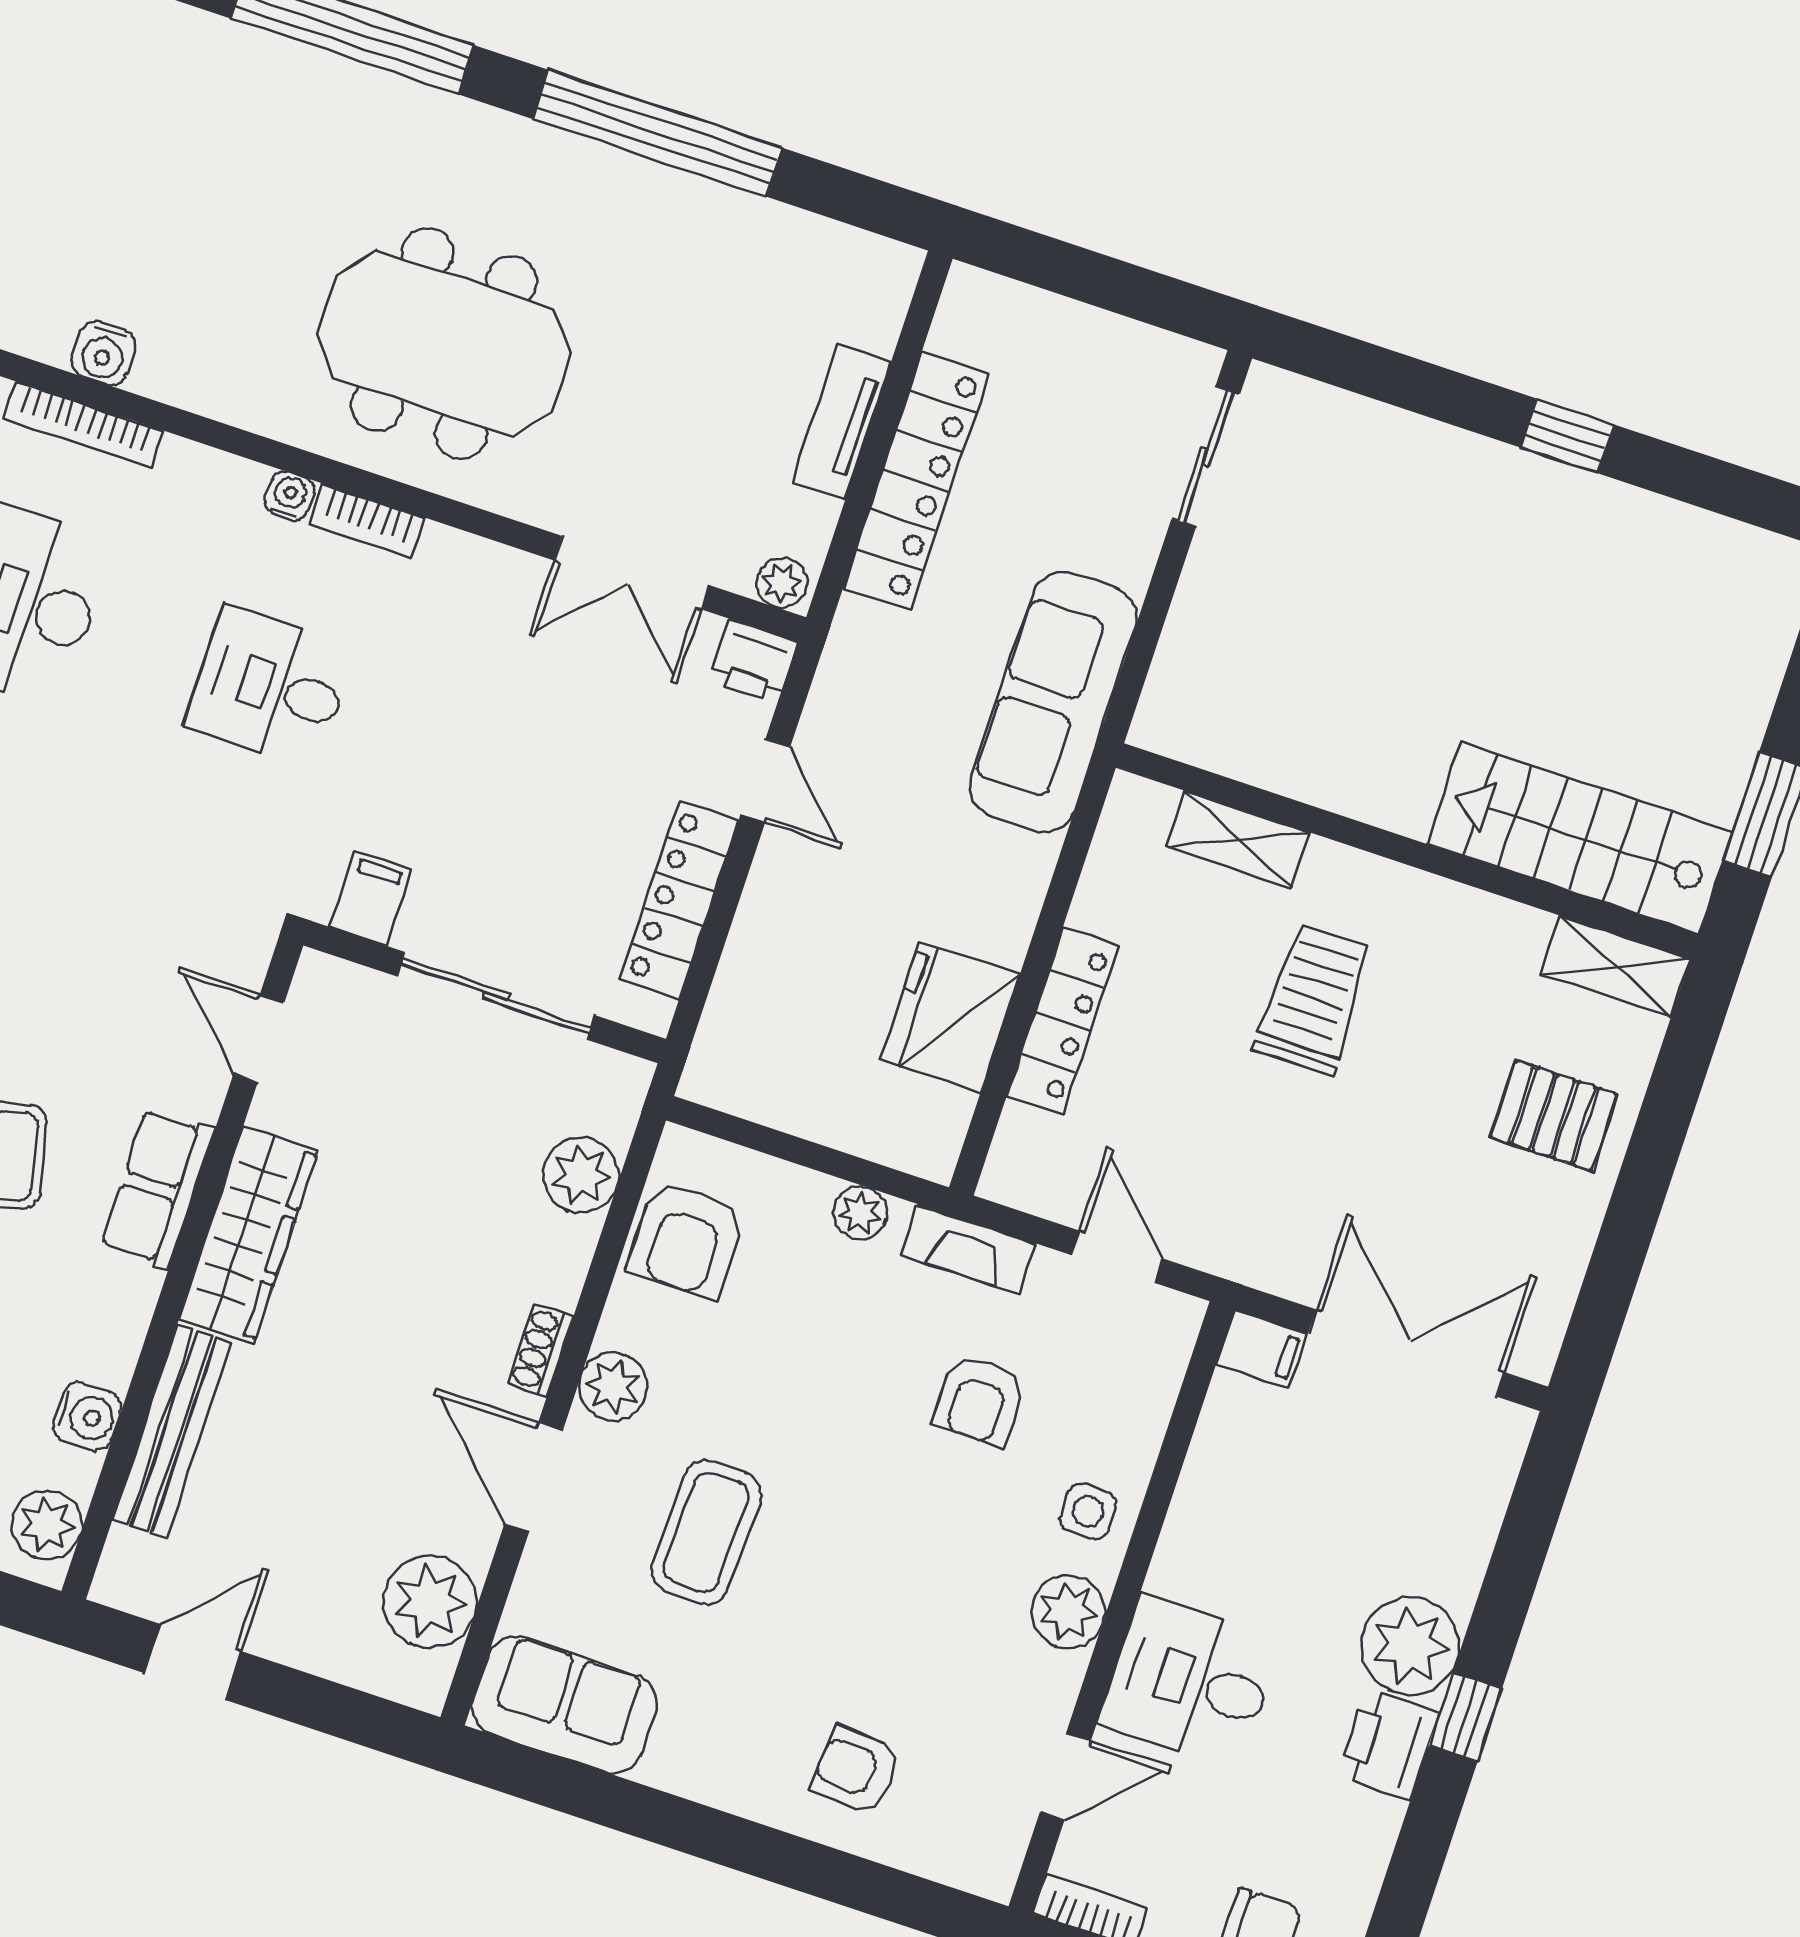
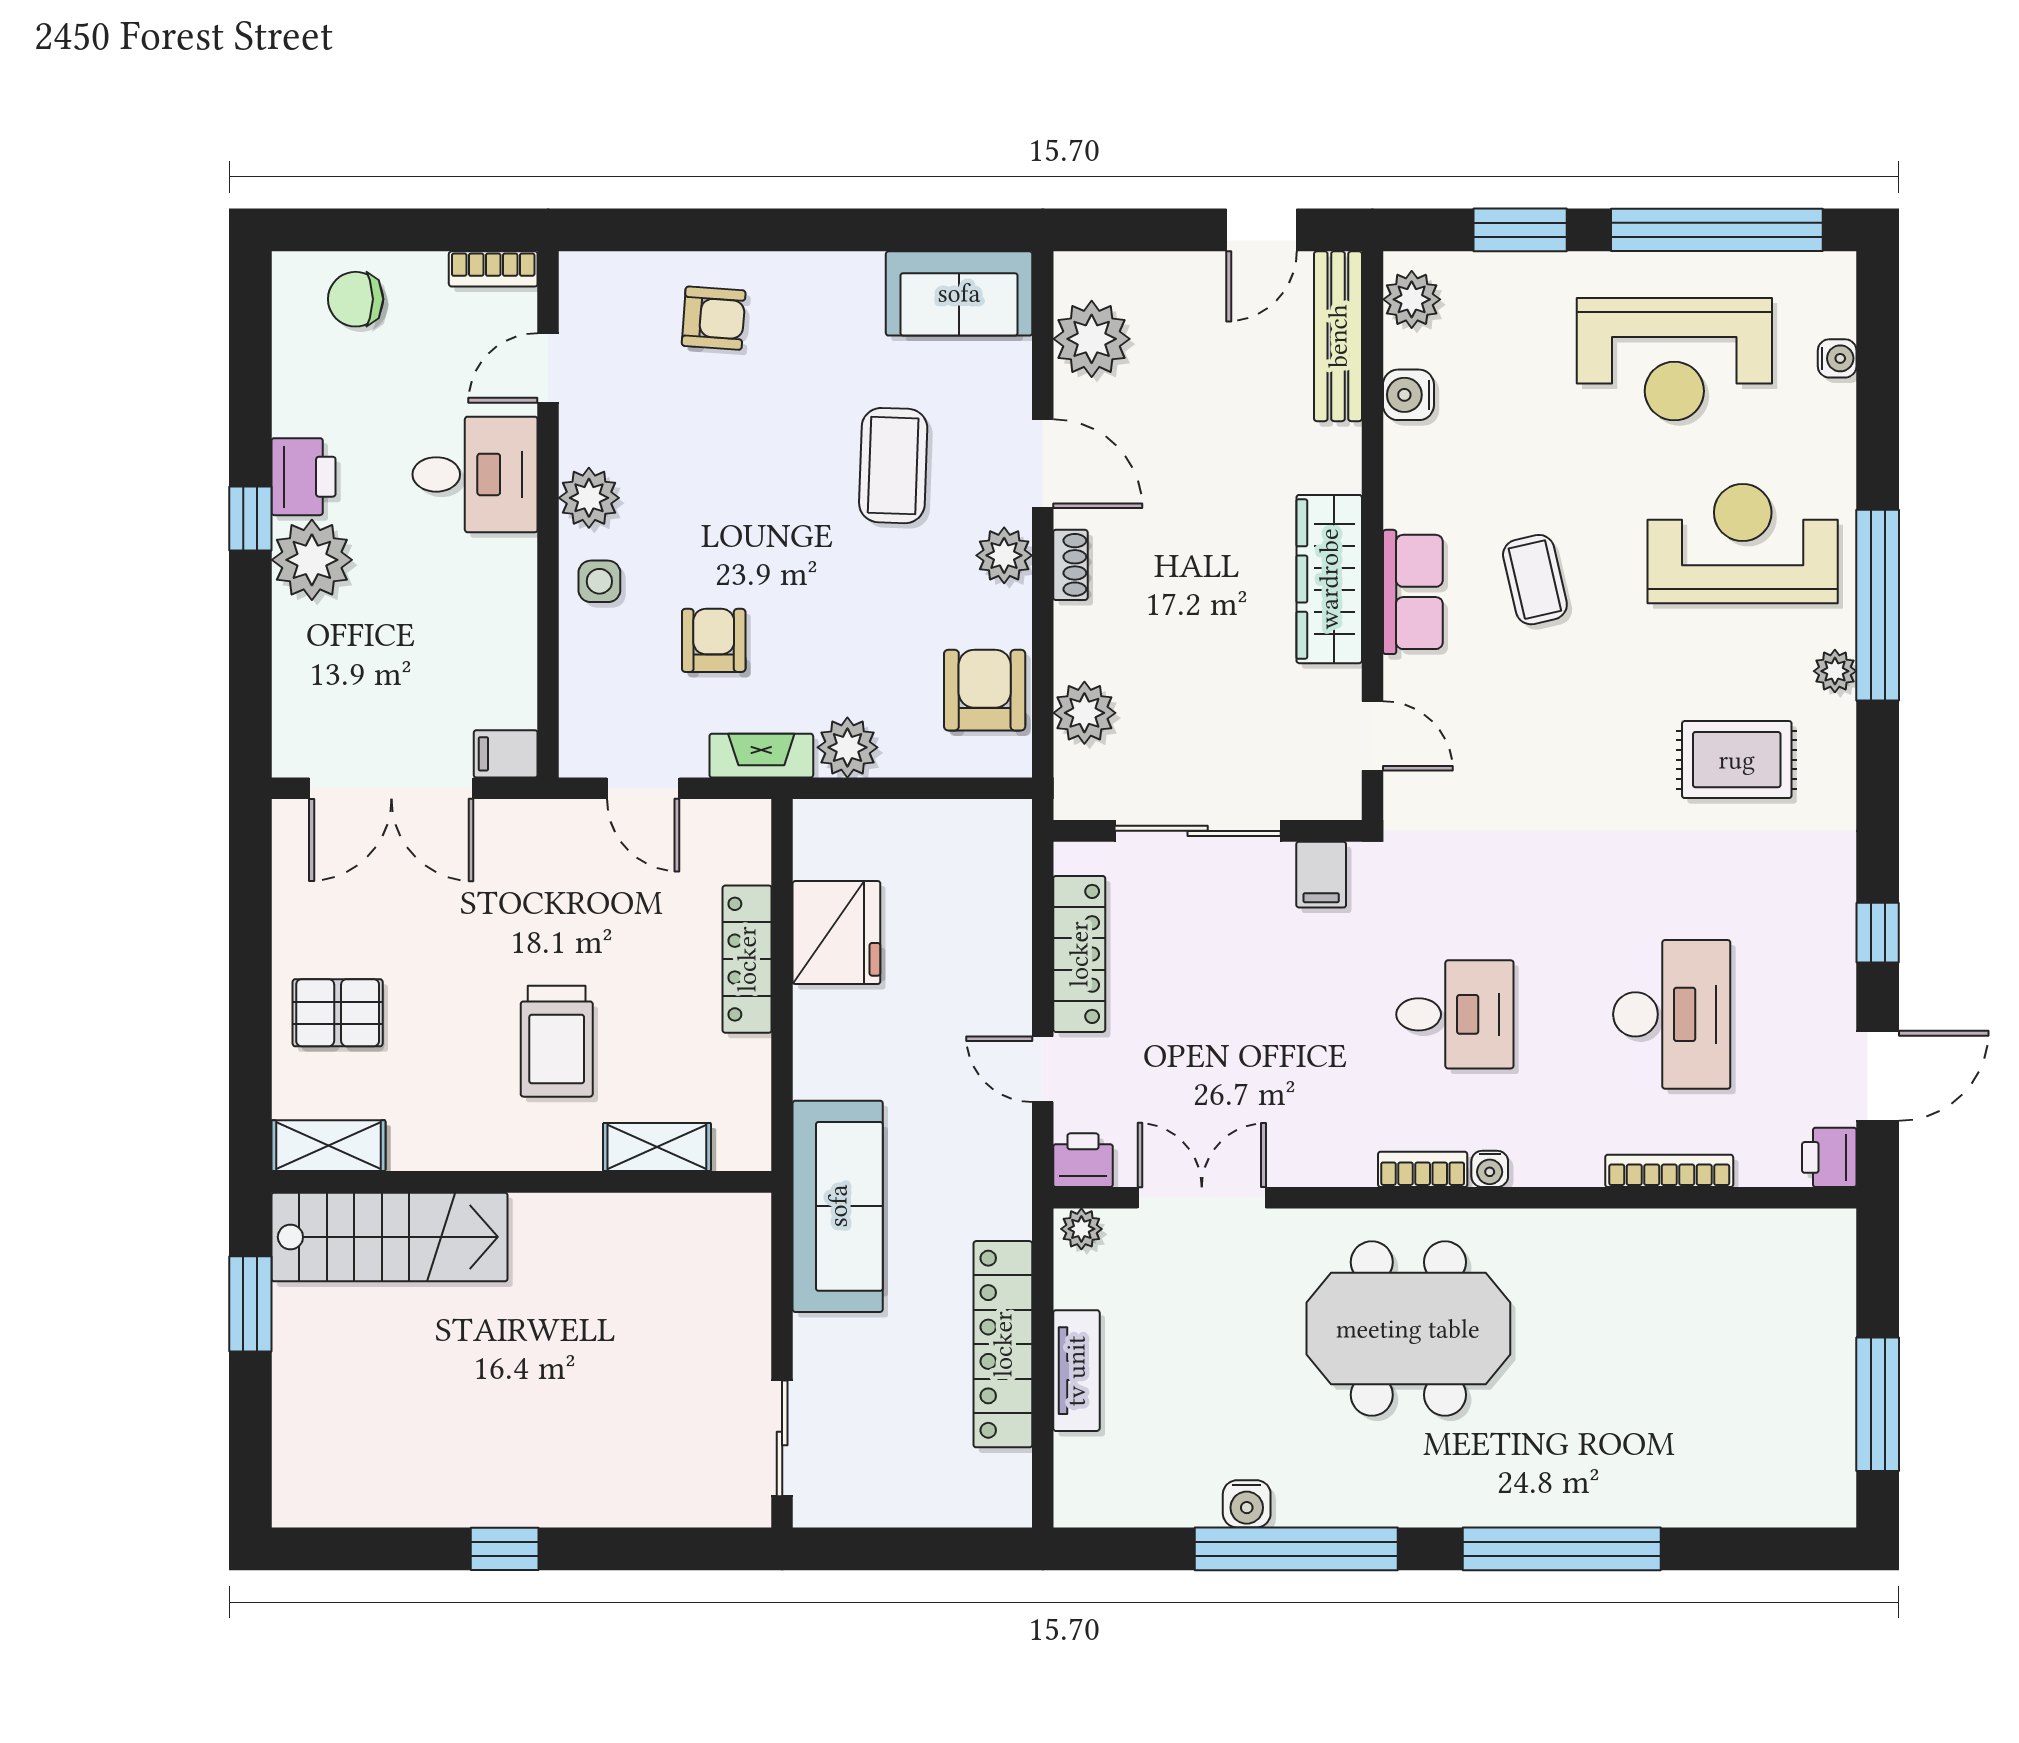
water cooler: (103, 353) -> (1247, 1504), moved, turned 180
plant: (860, 1213) -> (847, 747), width x1.38, depth x1.38
bench: (172, 1431) -> (1338, 336), moved

